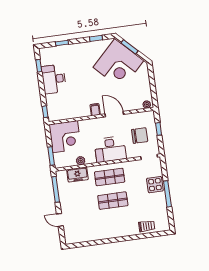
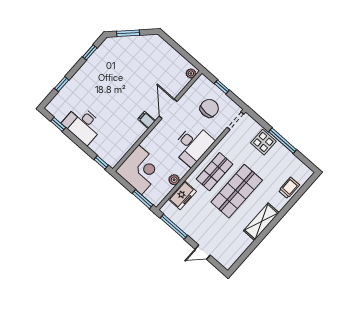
corner desk: (118, 64) -> (131, 58), removed
door: (114, 114) -> (168, 109), hinge flipped
shop shelf: (113, 201) -> (237, 191), width x1.43, depth x1.36
shelving: (112, 232) -> (261, 222), added

